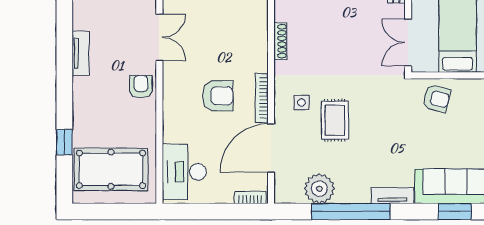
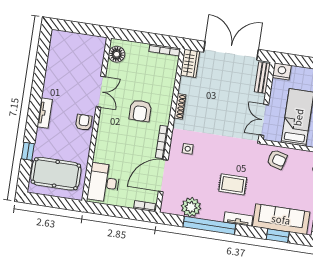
tv unit: (81, 53) -> (45, 113), moved
armchair: (218, 96) -> (140, 111), moved, turned 90
rug: (335, 120) -> (233, 184), moved, turned 90

